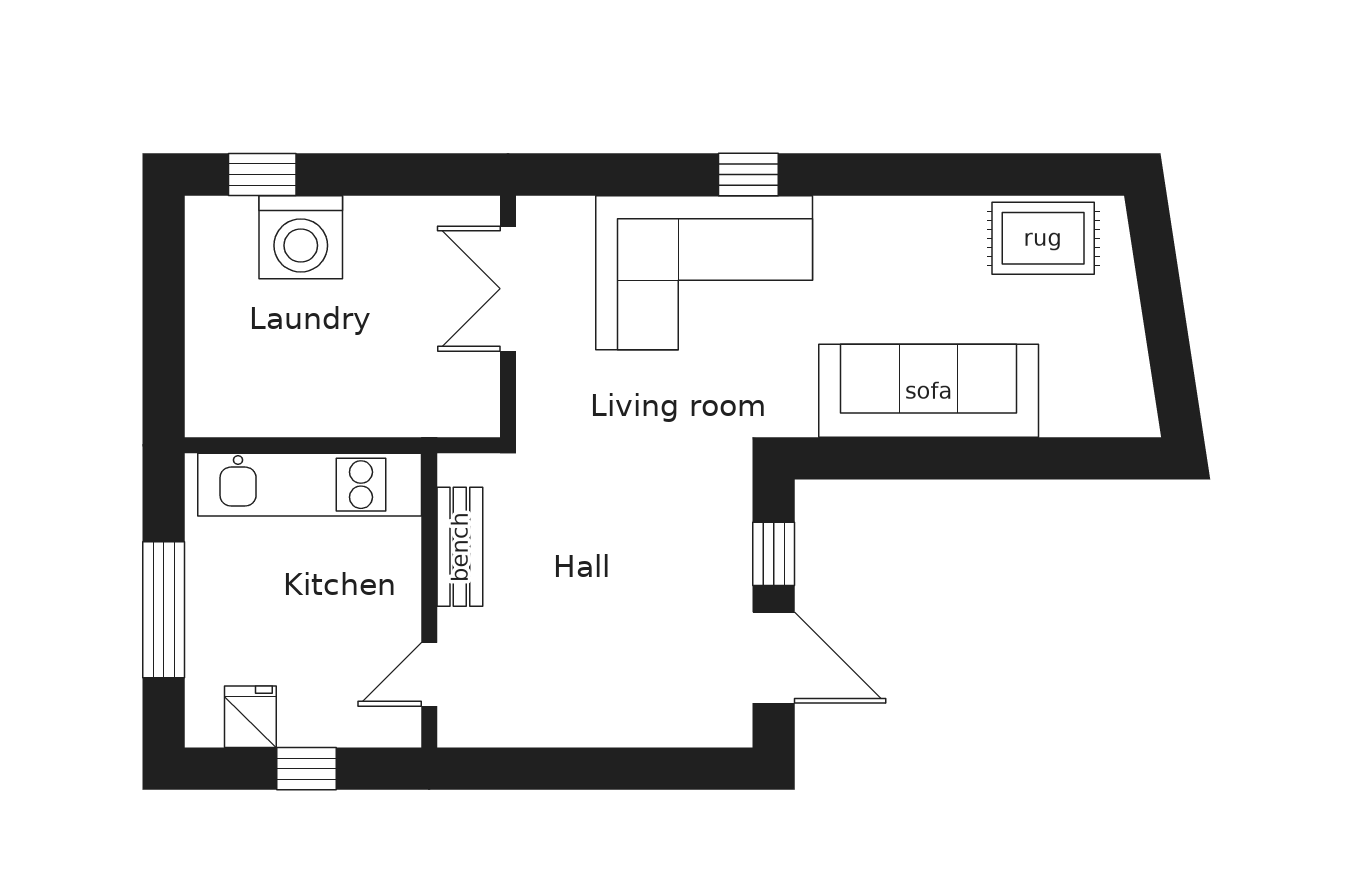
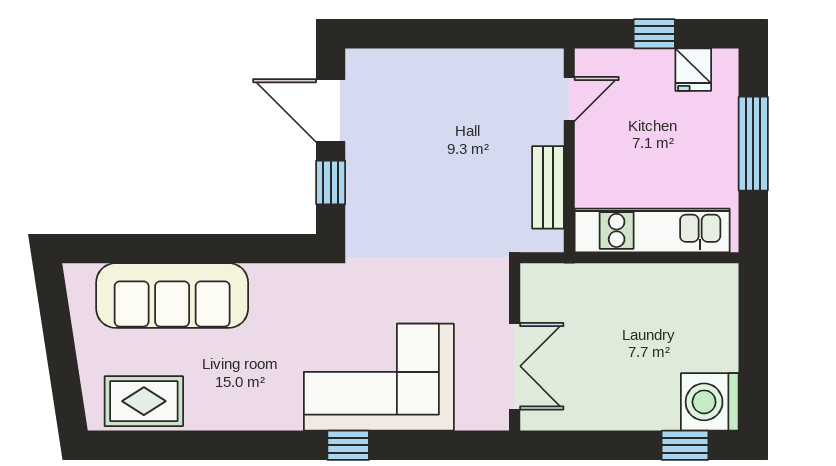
washing machine: (301, 237) -> (710, 402), moved, turned -90
sofa: (929, 391) -> (172, 296), moved

